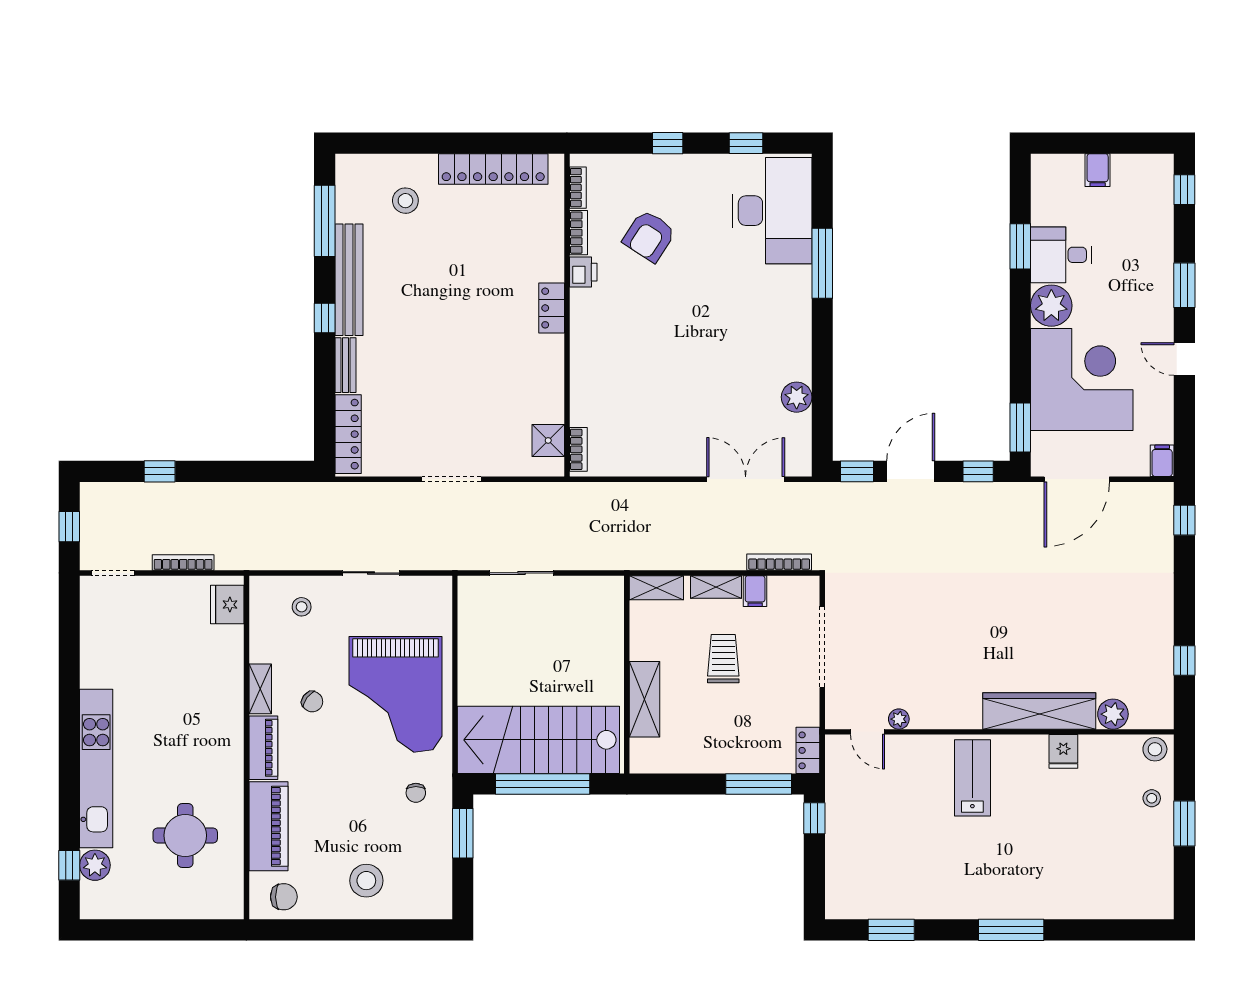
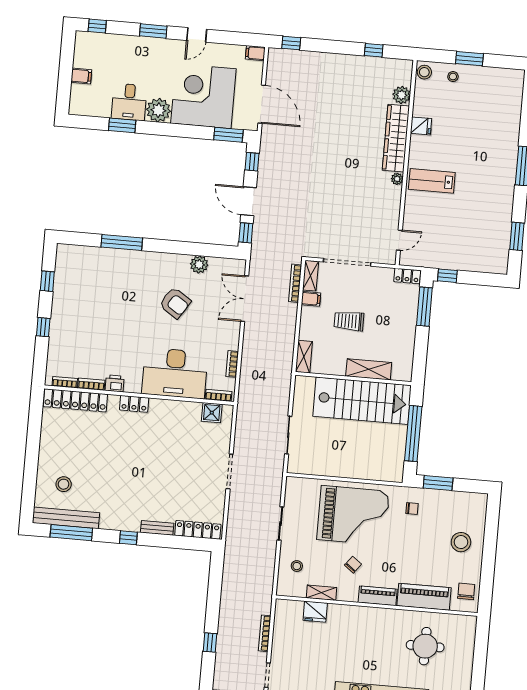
locker: (493, 169) -> (75, 400), moved, turned 90
desk: (772, 211) -> (175, 373), moved, turned 180
armchair: (649, 236) -> (175, 303), moved
bench: (349, 280) -> (66, 518), moved
bookcase: (633, 468) -> (232, 364), added
shelving: (716, 587) -> (310, 276), moved
fridge: (227, 605) -> (315, 612), moved
shelving: (260, 689) -> (321, 593), moved
plant: (899, 719) -> (397, 179), moved
stairs: (538, 740) -> (362, 401), moved, turned -90

